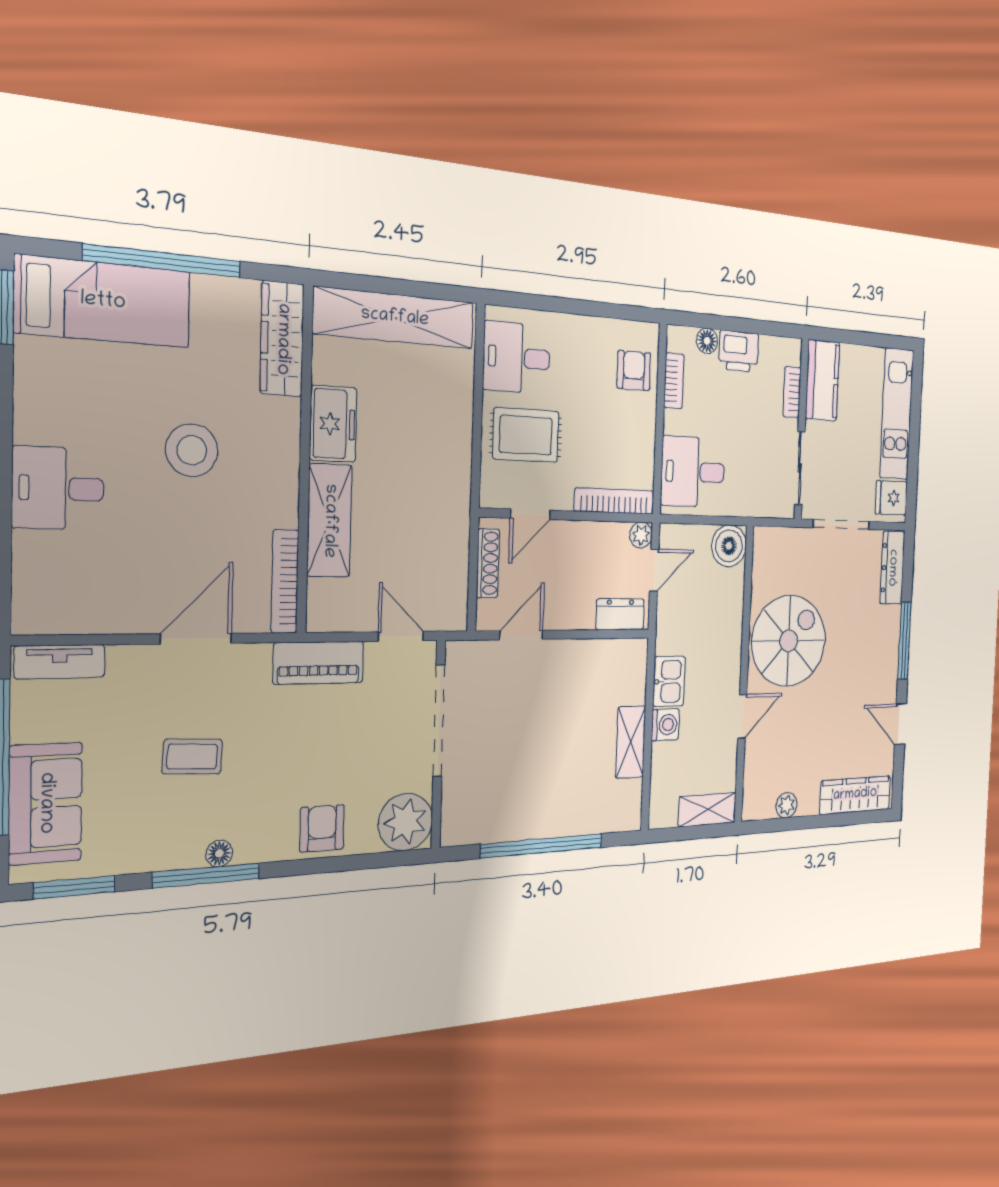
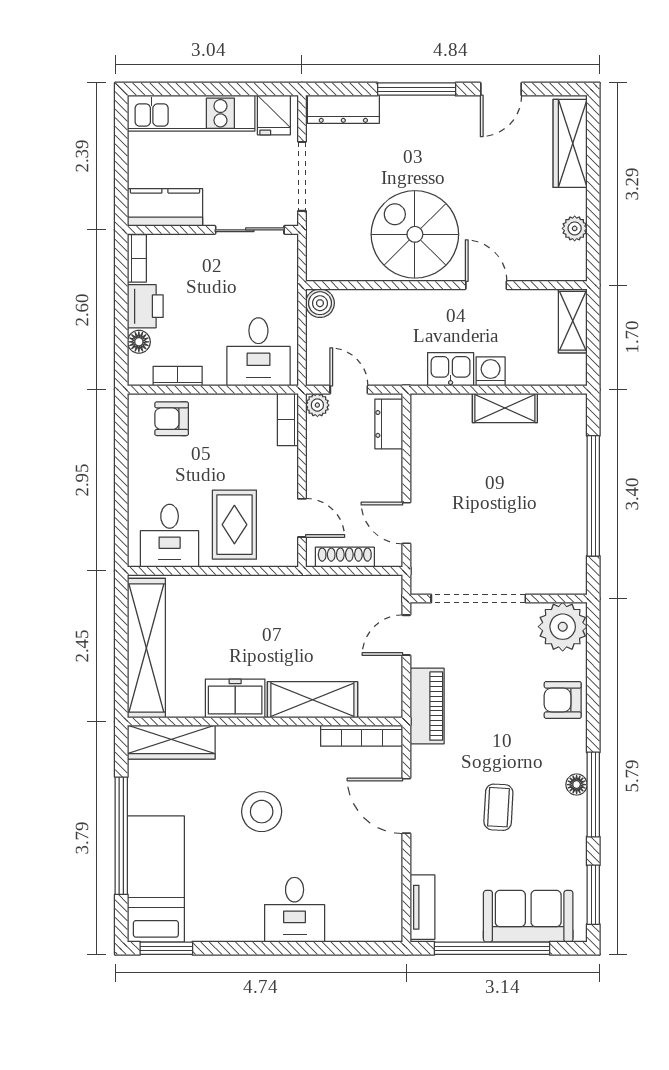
bookcase: (792, 392) -> (137, 258), moved, turned -90
bookcase: (614, 501) -> (288, 419), width x0.64
boiler: (729, 546) -> (320, 303), width x0.73, depth x0.73

